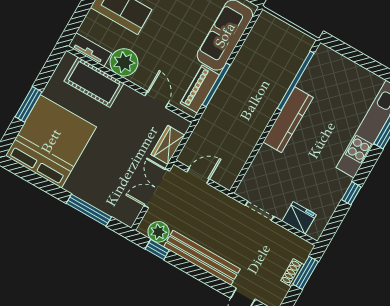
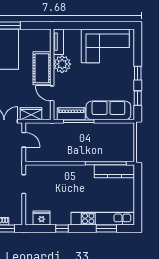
cot: (94, 82) -> (42, 68), moved
door: (156, 99) -> (52, 93), swing flipped
kitchen counter: (288, 120) -> (114, 171), moved
fridge: (299, 218) -> (42, 218), moved, turned -90

